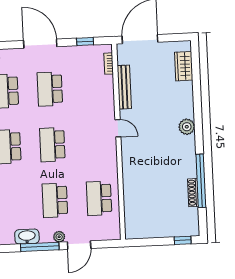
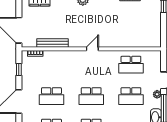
door: (118, 128) -> (92, 49), moved

